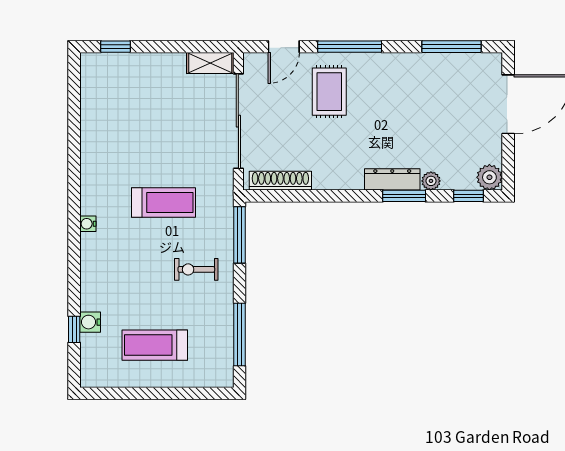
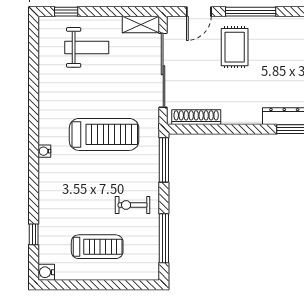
weight bench: (142, 92) -> (87, 47), added
treadmill: (163, 203) -> (104, 134), width x1.37, depth x1.38
exercise bike: (196, 269) -> (133, 205), moved
water cooler: (90, 322) -> (46, 272), moved
treadmill: (155, 345) -> (97, 247), turned 180

